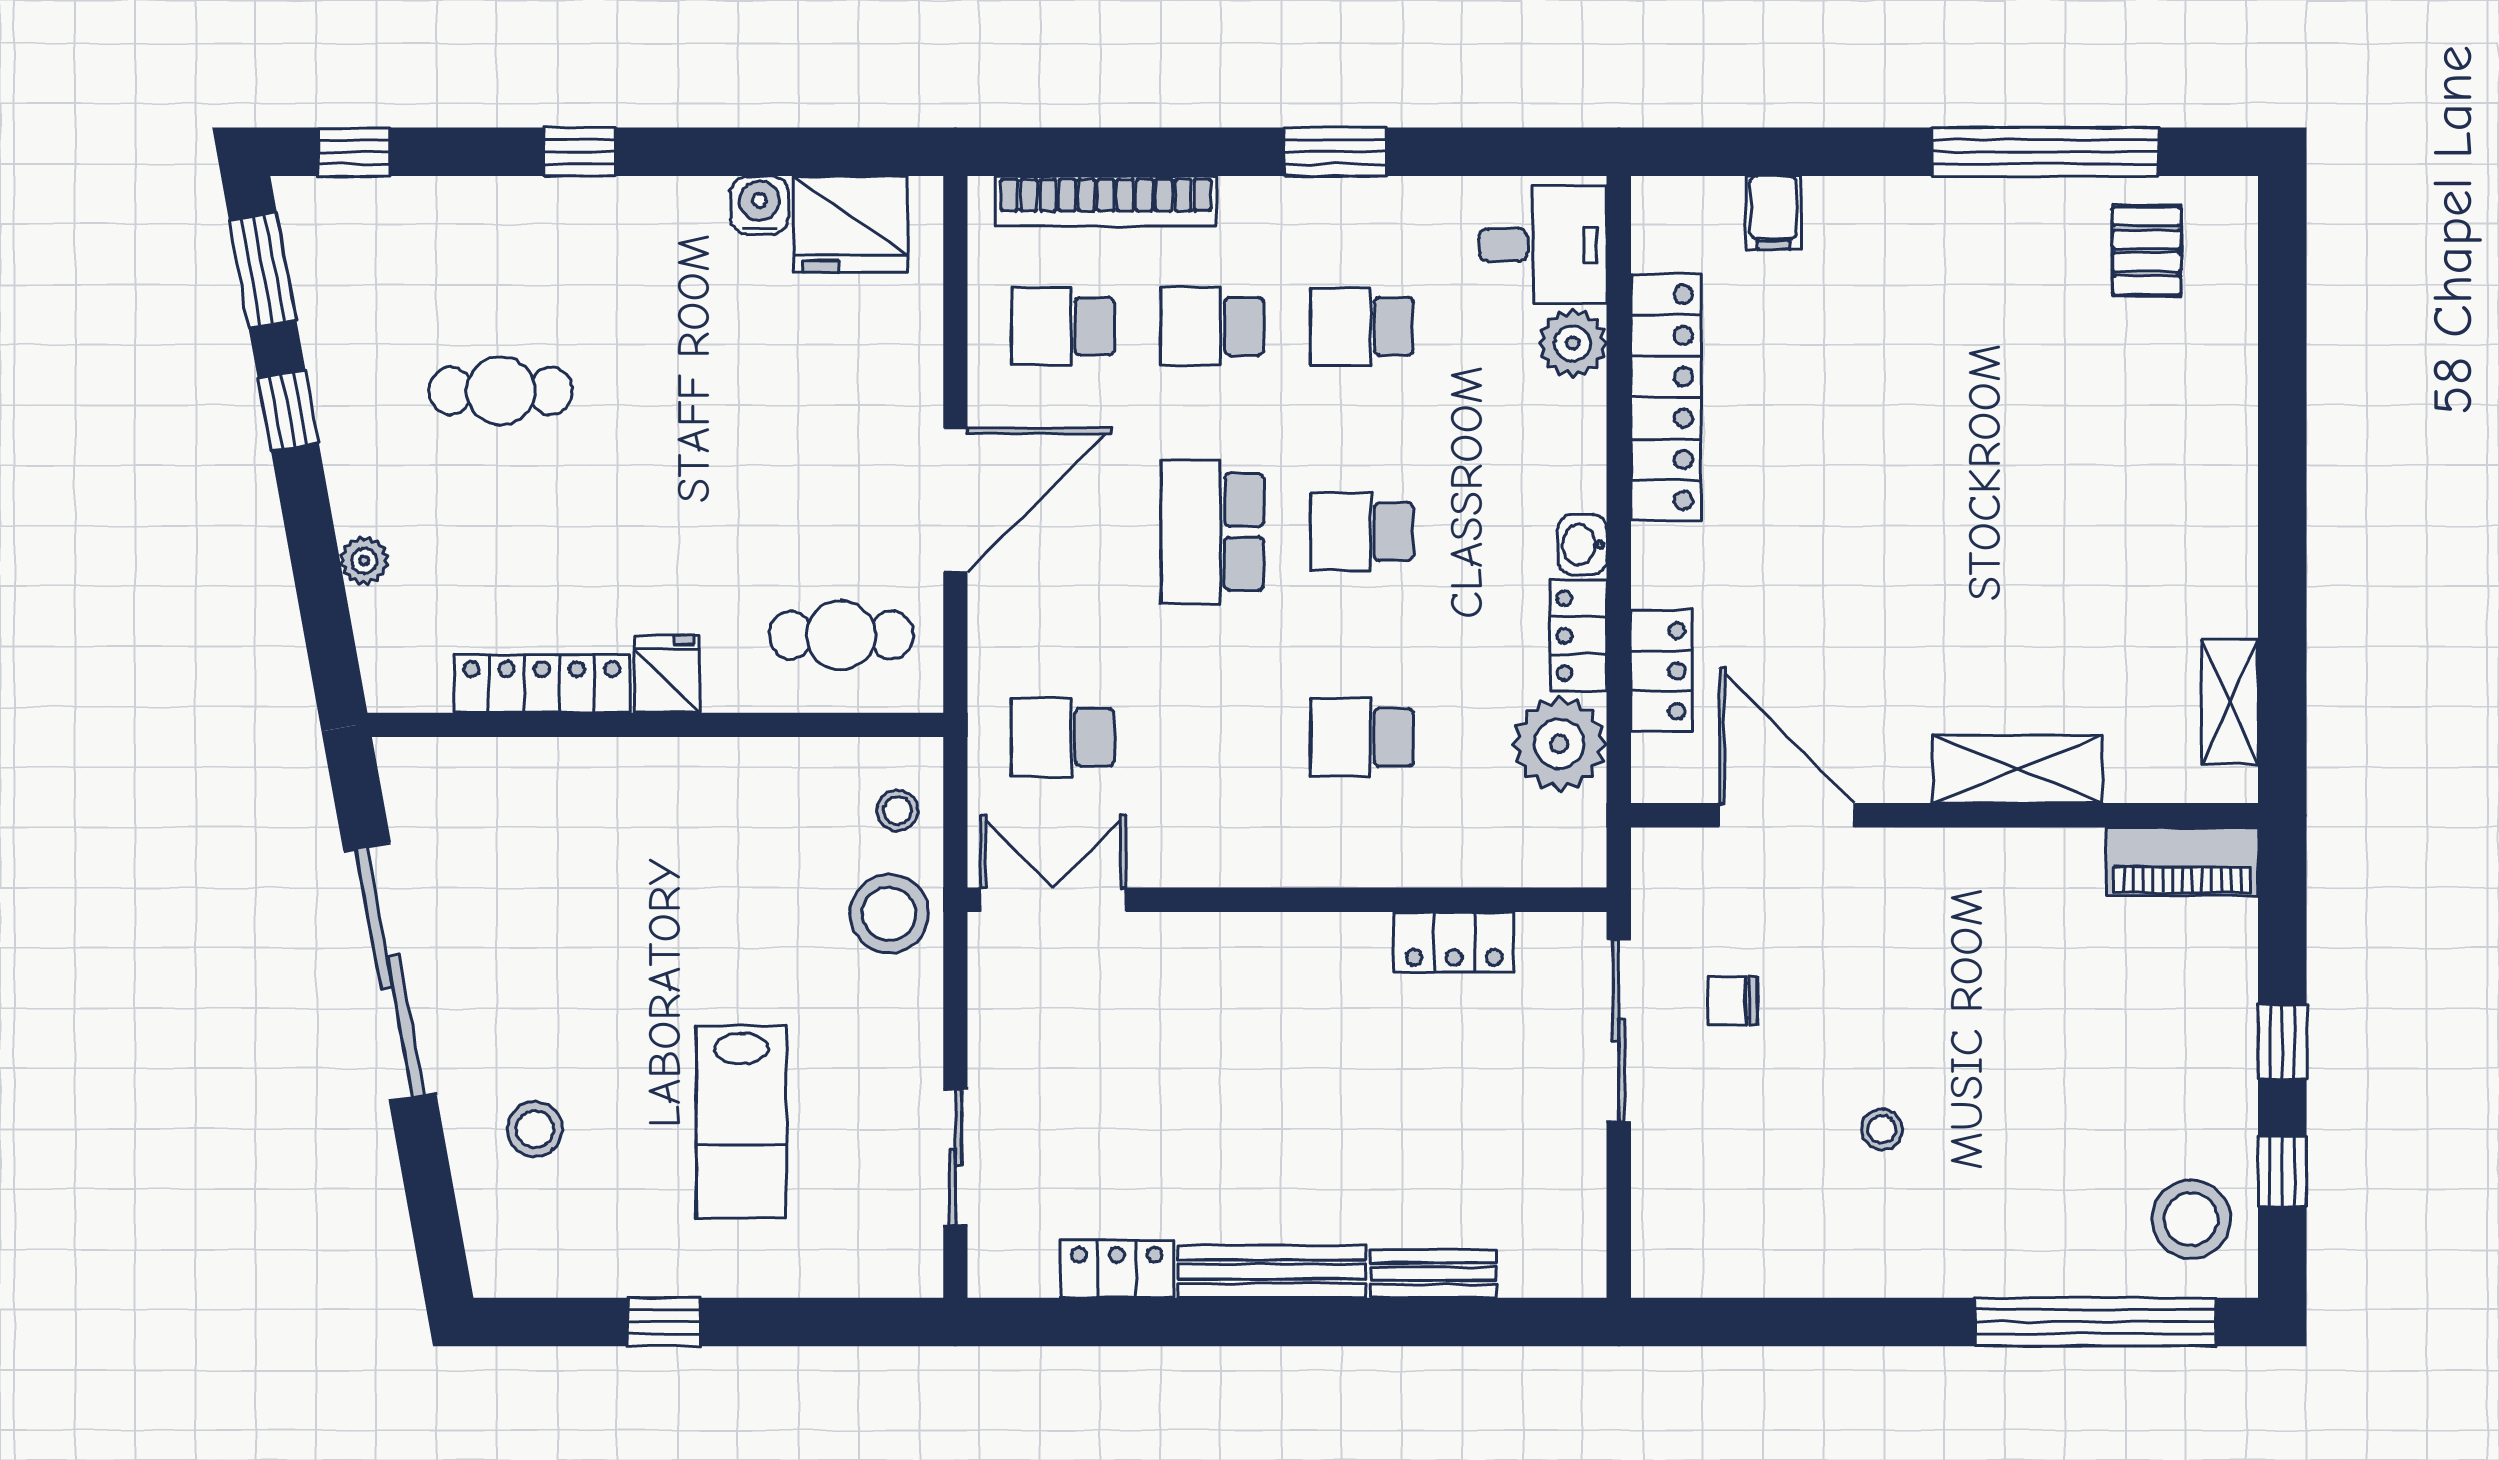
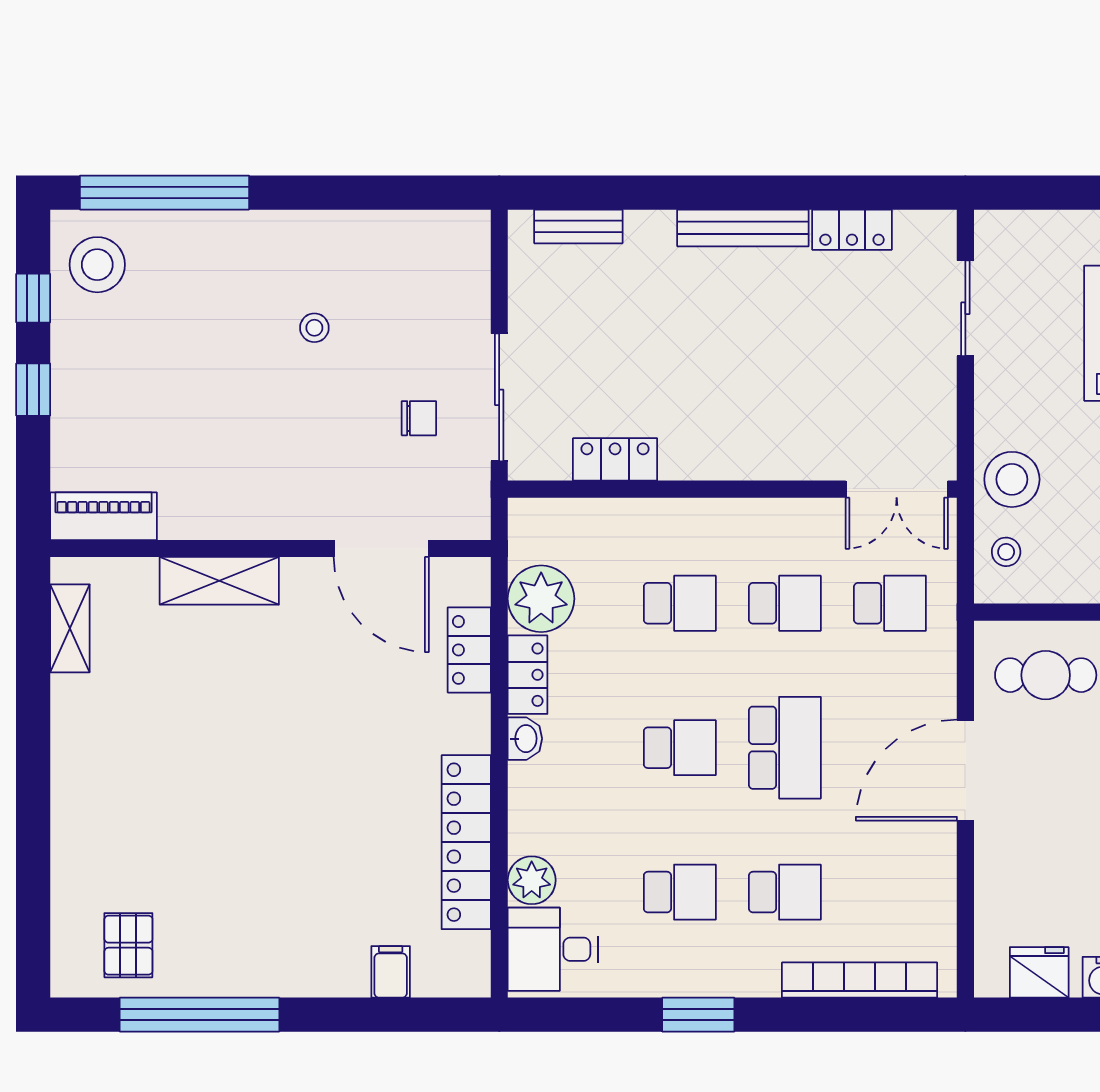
fridge: (850, 224) -> (1039, 972), width x0.73, depth x0.75
school desk: (1063, 326) -> (785, 603), moved
bench: (1433, 1274) -> (578, 226), moved

